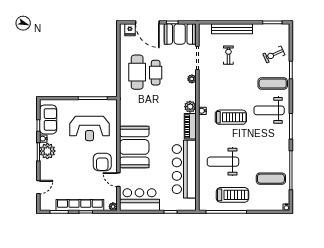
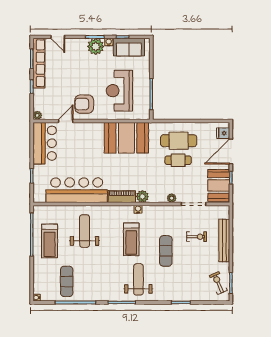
exercise bike: (274, 54) -> (218, 283), moved
exercise mat: (273, 84) -> (166, 251), moved
booth: (134, 147) -> (126, 138), moved
row of seats: (80, 205) -> (39, 63), moved

